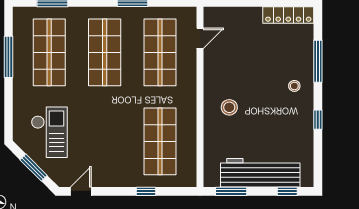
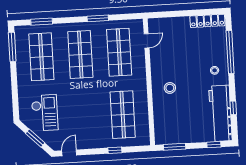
window: (8, 57) -> (12, 47), moved
window: (318, 61) -> (230, 52), width x1.46
window: (318, 120) -> (233, 108), moved
workbench: (260, 173) -> (220, 113), moved, turned -90

